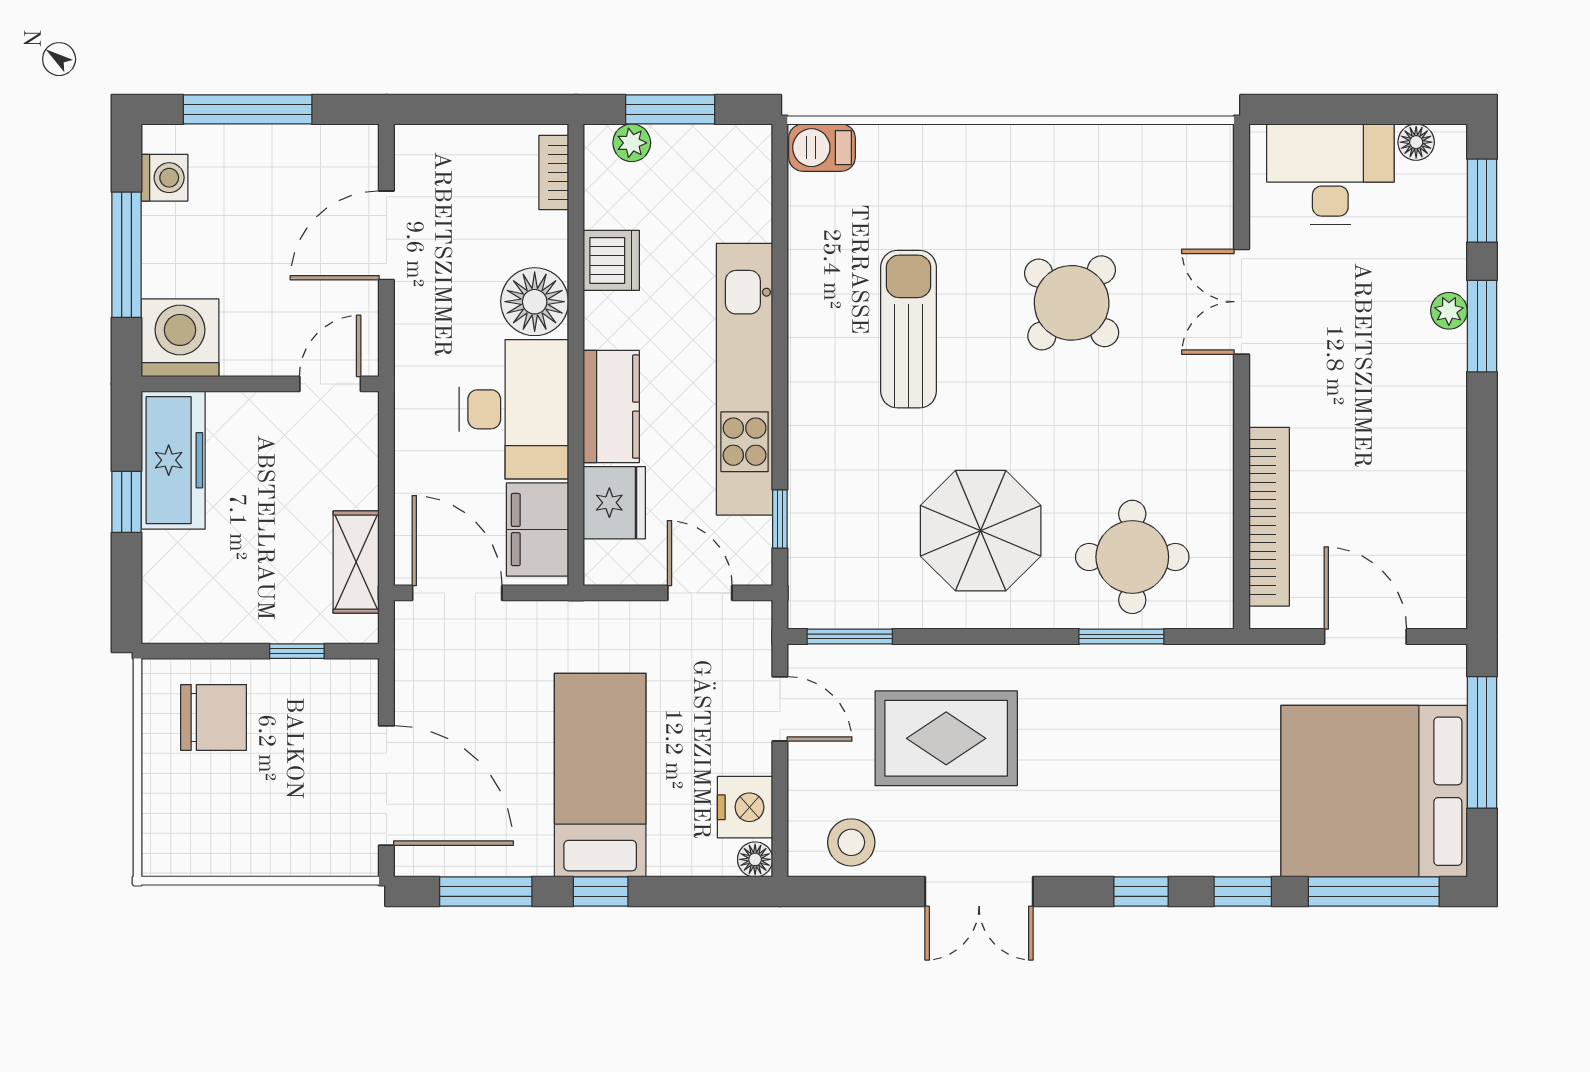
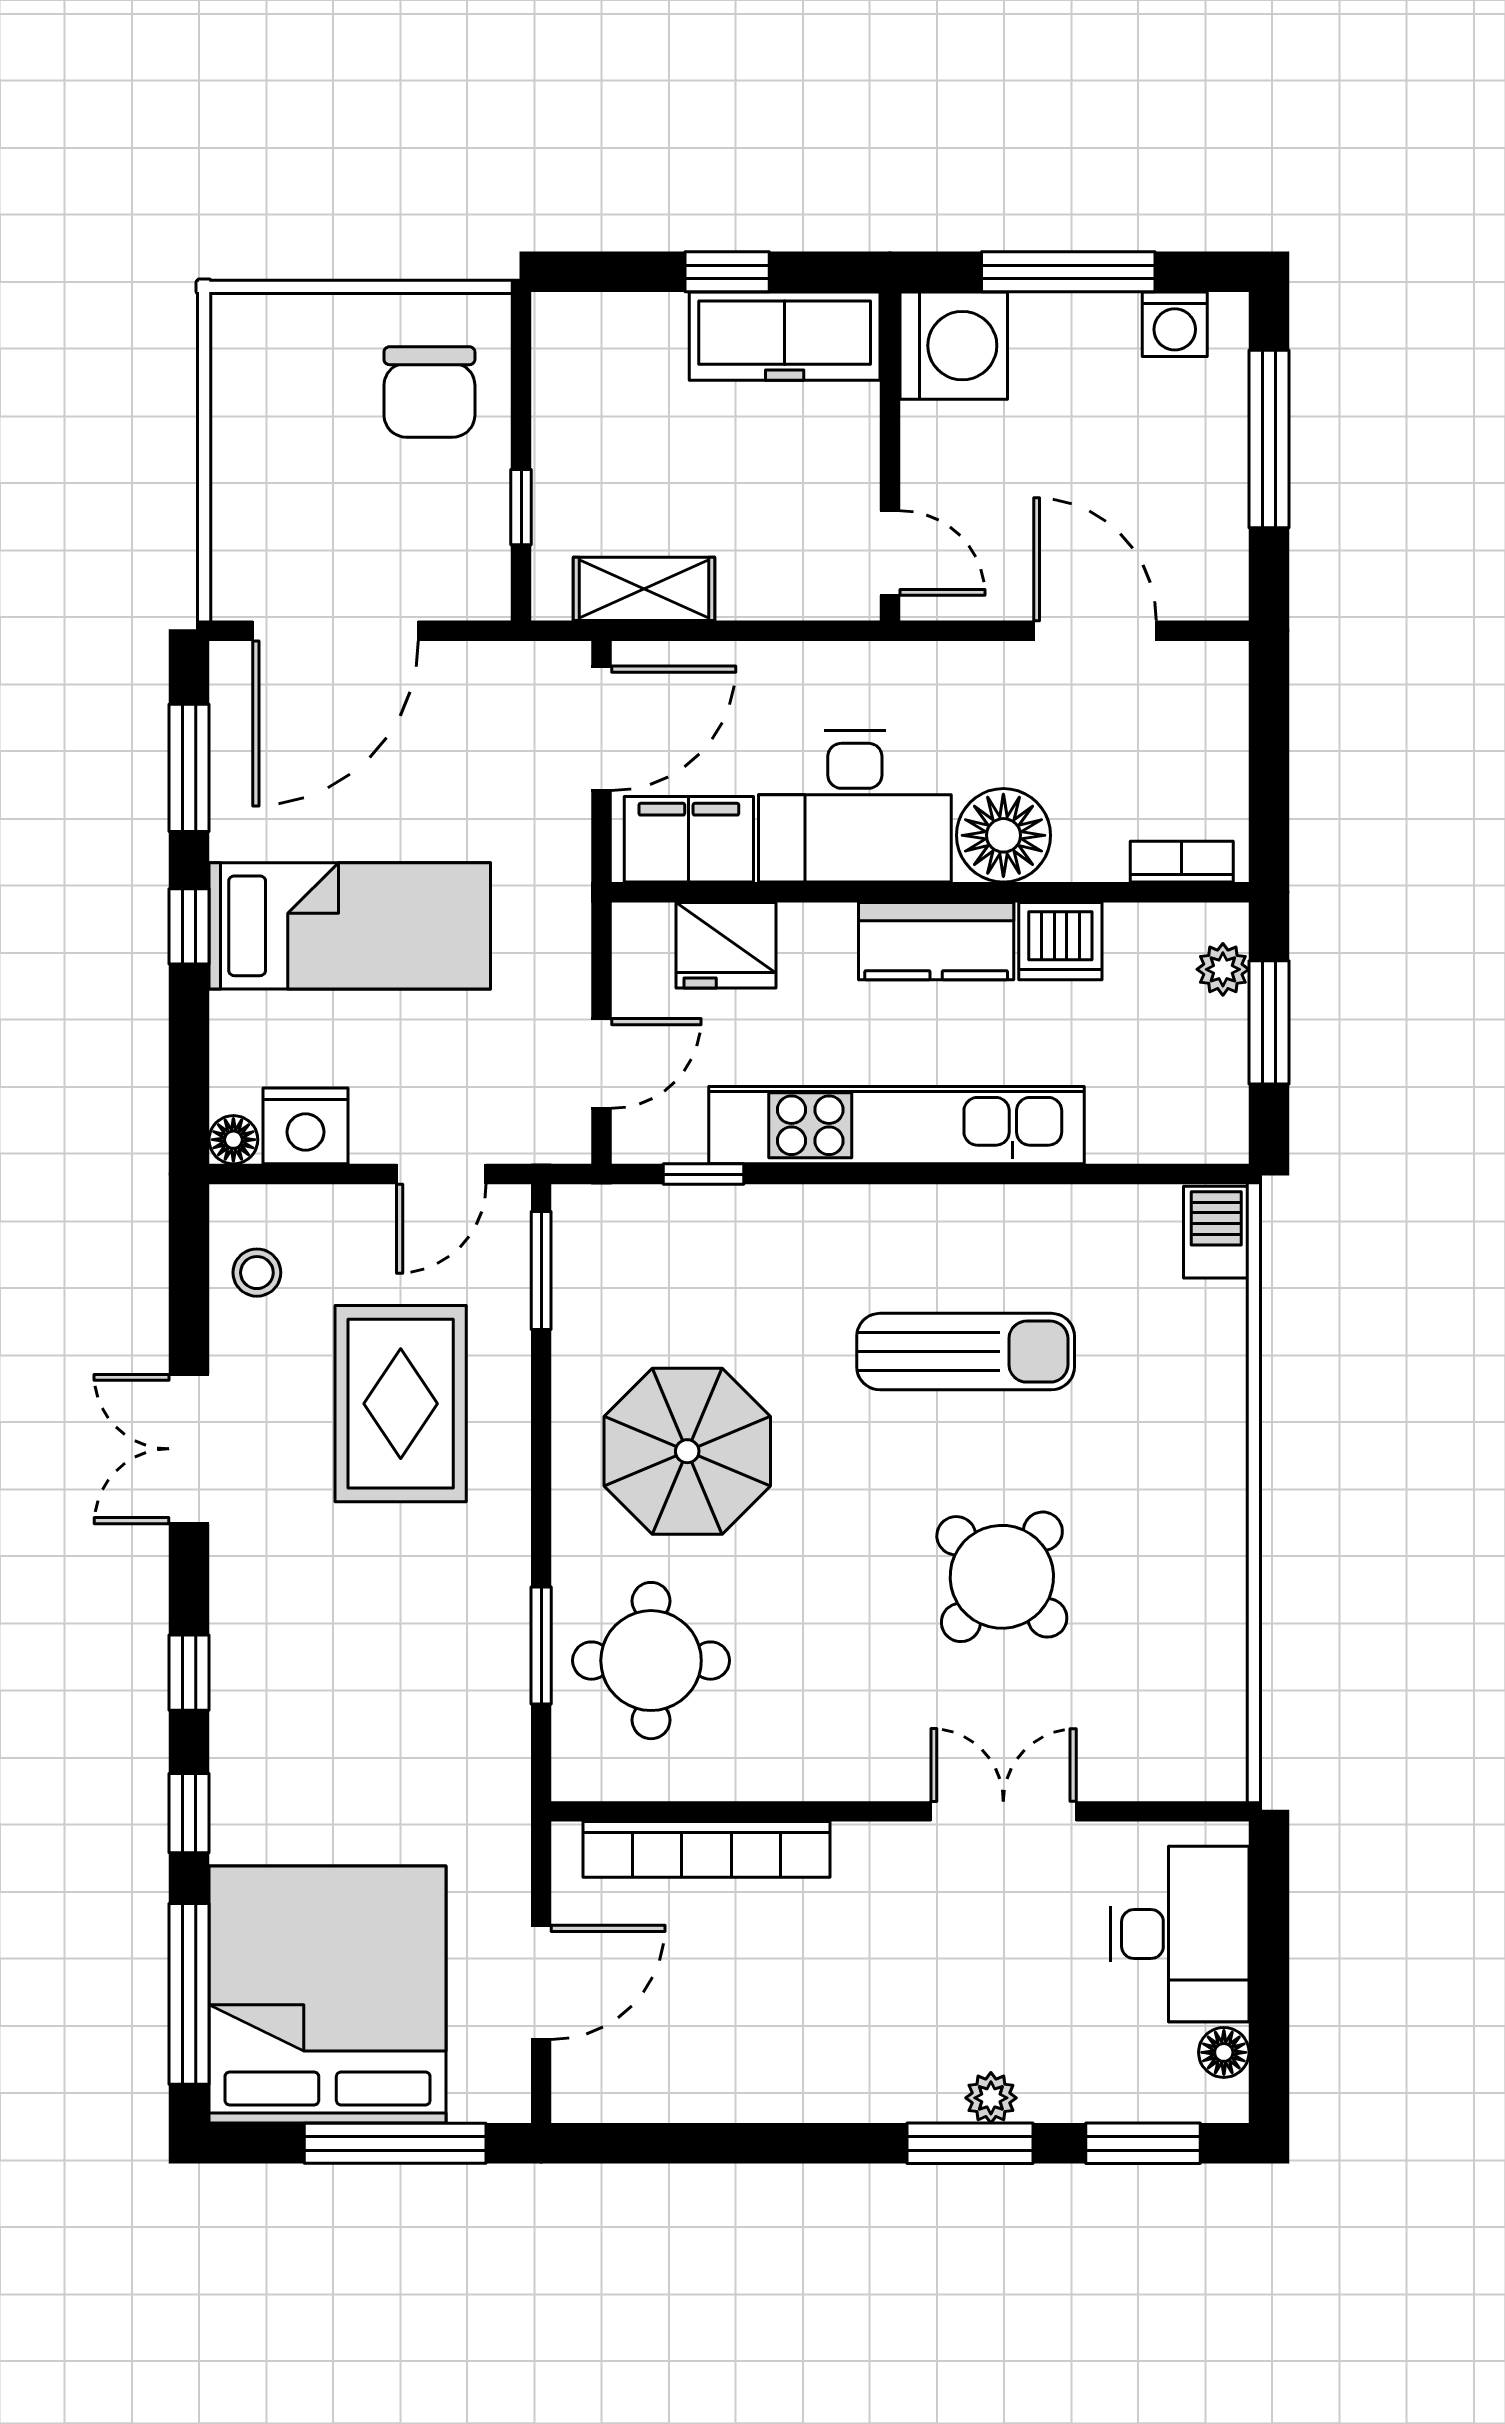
kitchen counter: (611, 407) -> (936, 941), moved
stool: (851, 842) -> (257, 1273), width x0.73, depth x0.73

